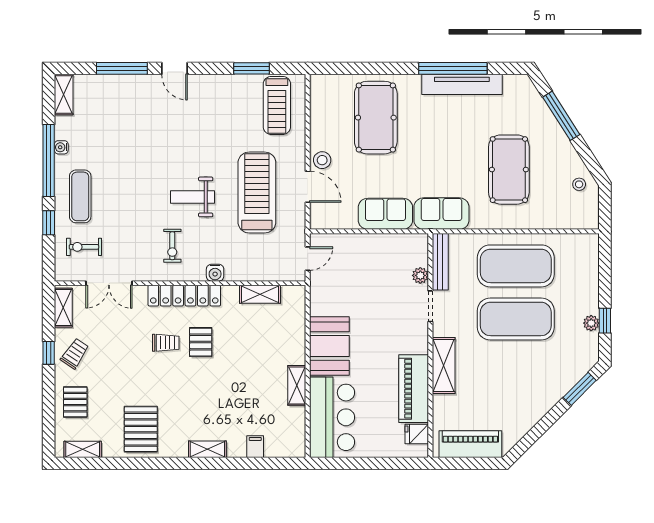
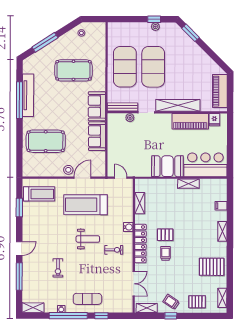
weight bench: (193, 197) -> (88, 239), turned -90
exercise bike: (84, 247) -> (58, 268), moved
shelving: (444, 366) -> (178, 105), width x1.47

